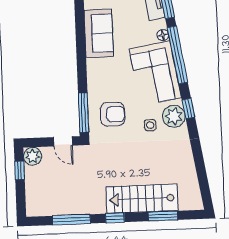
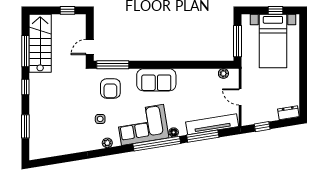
sofa: (99, 33) -> (156, 80), moved
window: (188, 108) -> (113, 151), removed
plant: (174, 116) -> (107, 143), width x0.53, depth x0.53
plant: (33, 156) -> (79, 22), removed
stairs: (142, 199) -> (40, 43), moved

